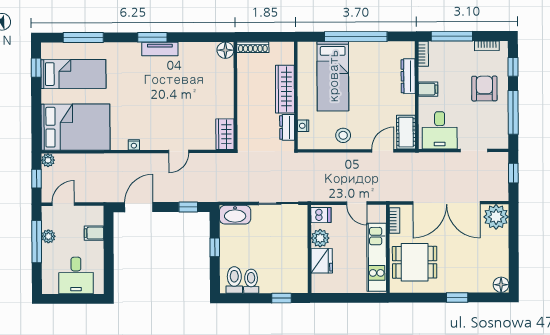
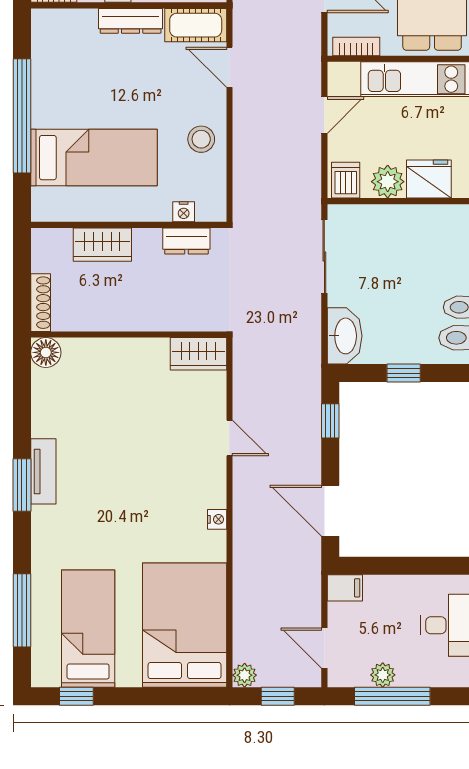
dresser: (408, 76) -> (131, 21), moved
wardrobe: (285, 89) -> (102, 245), width x0.67
filing cabinet: (94, 233) -> (345, 588), moved, turned -90

